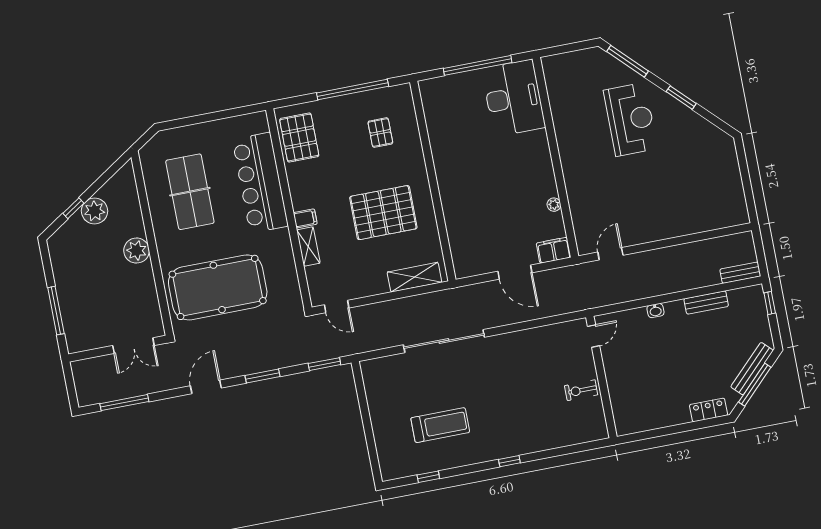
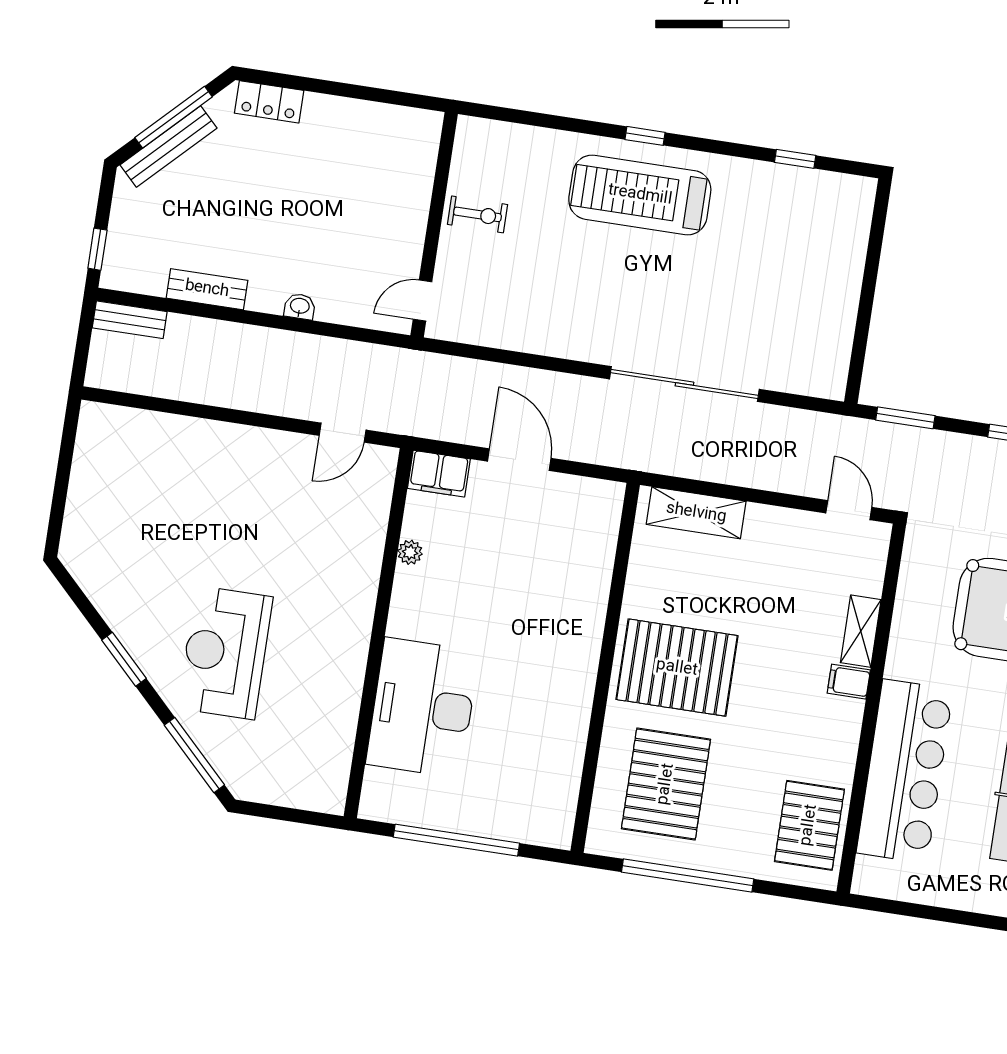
desk: (514, 98) -> (423, 708), moved
pallet: (380, 133) -> (666, 784), width x2.05, depth x2.00
pallet: (383, 213) -> (677, 668), moved
treadmill: (440, 425) -> (640, 195), moved, width x1.37, depth x1.38

